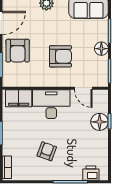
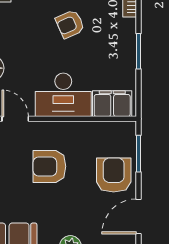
armchair: (47, 151) -> (70, 24), turned 46

